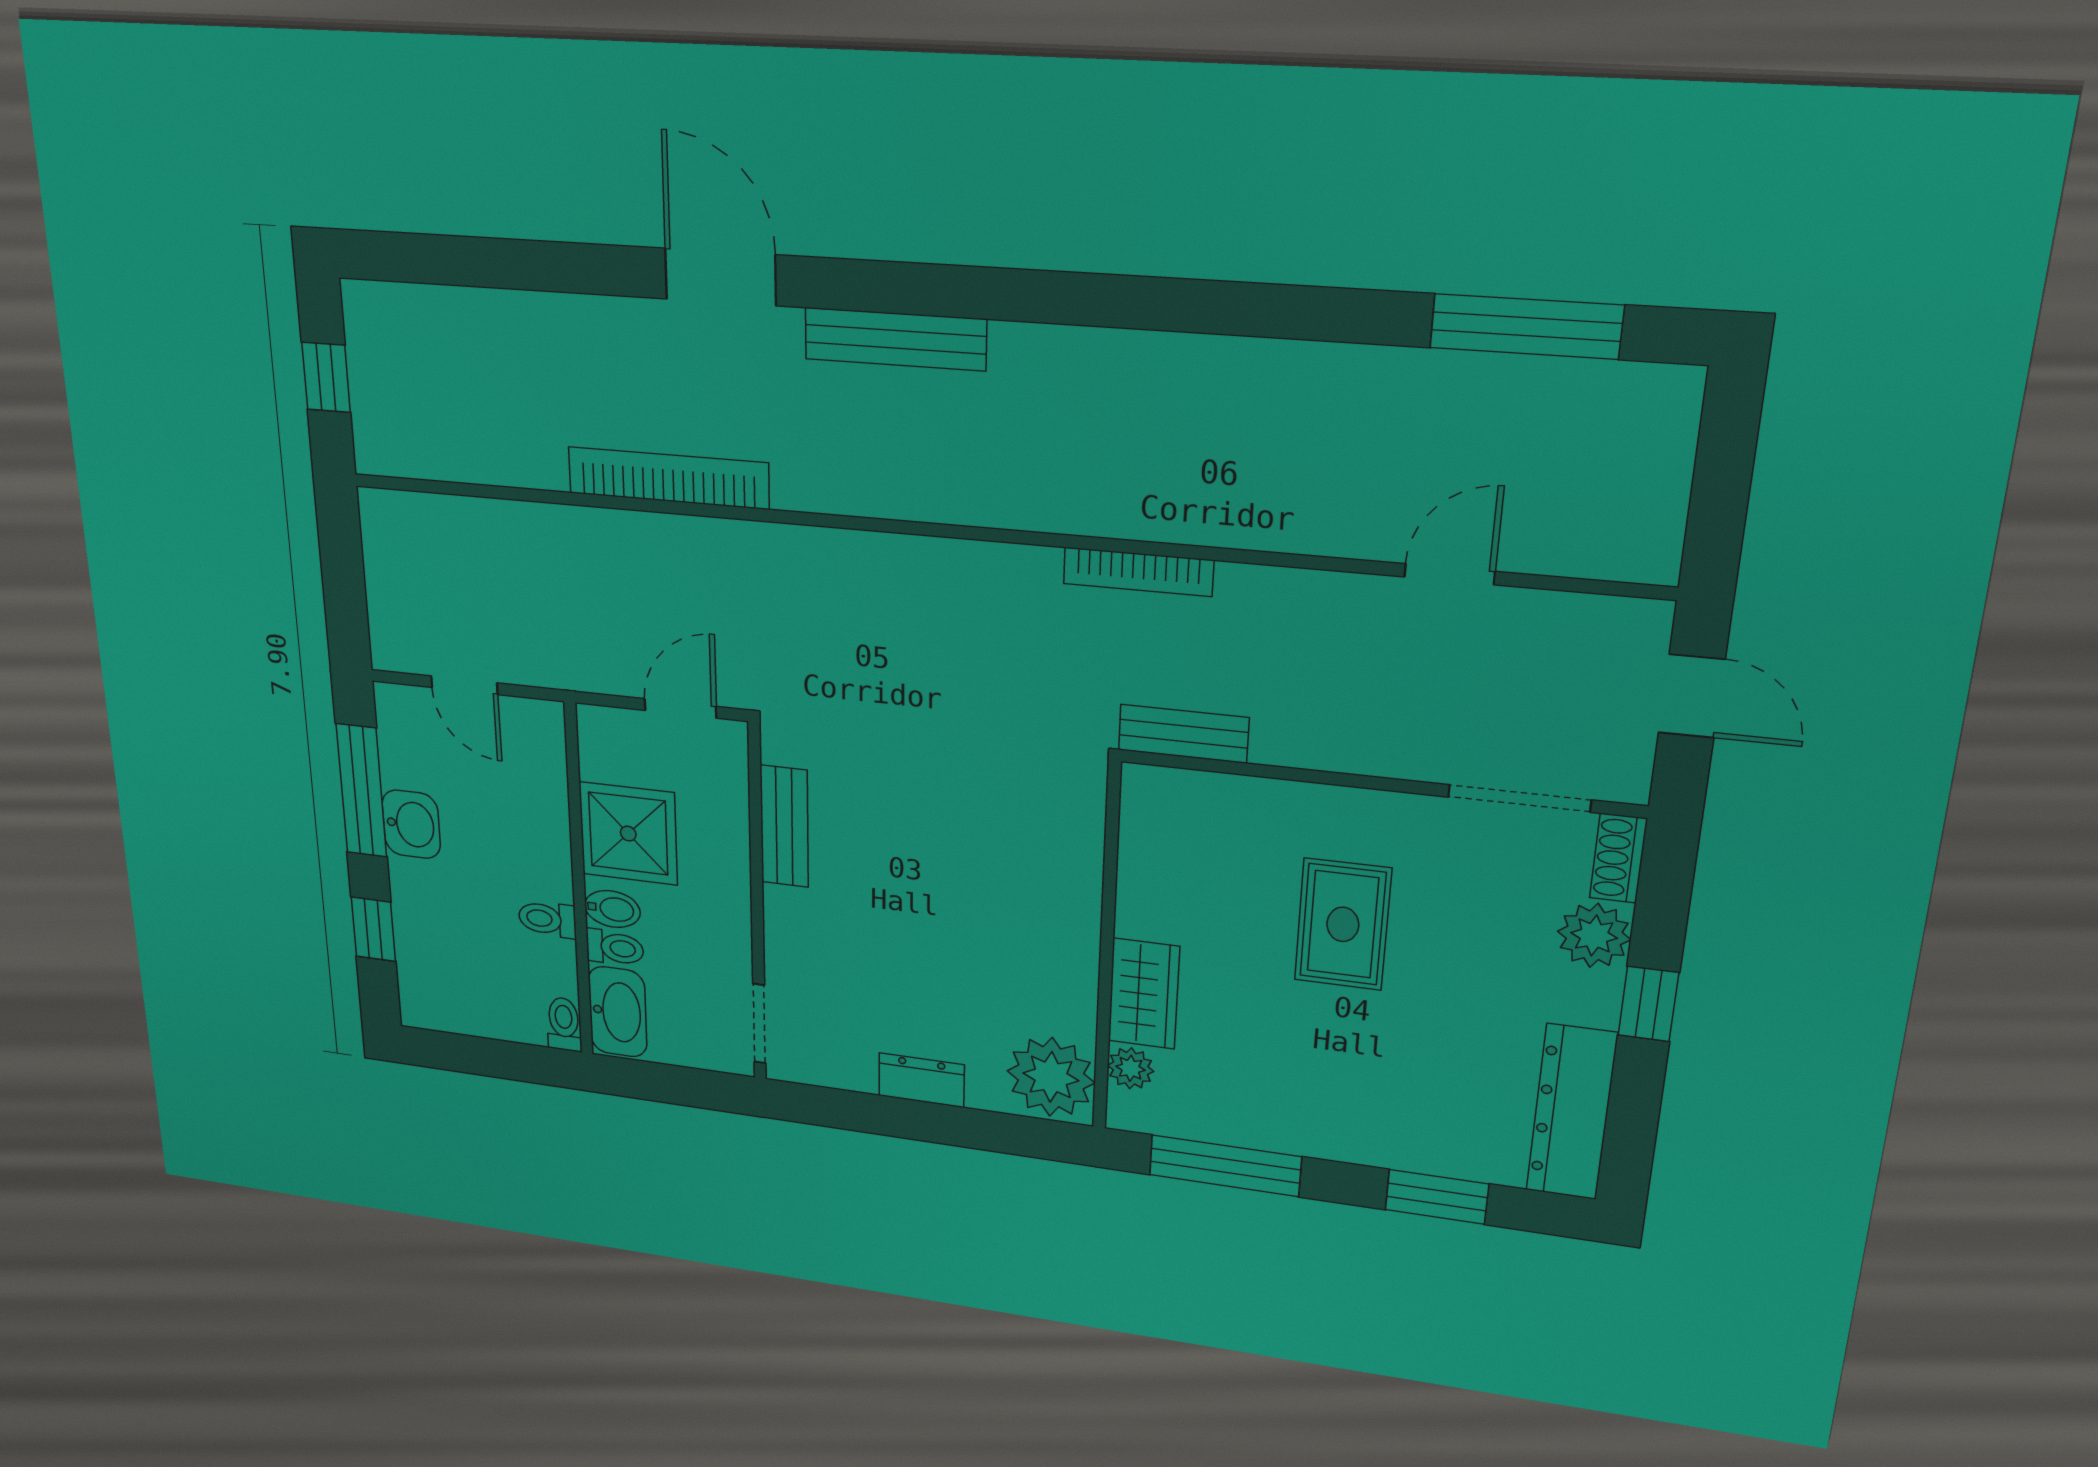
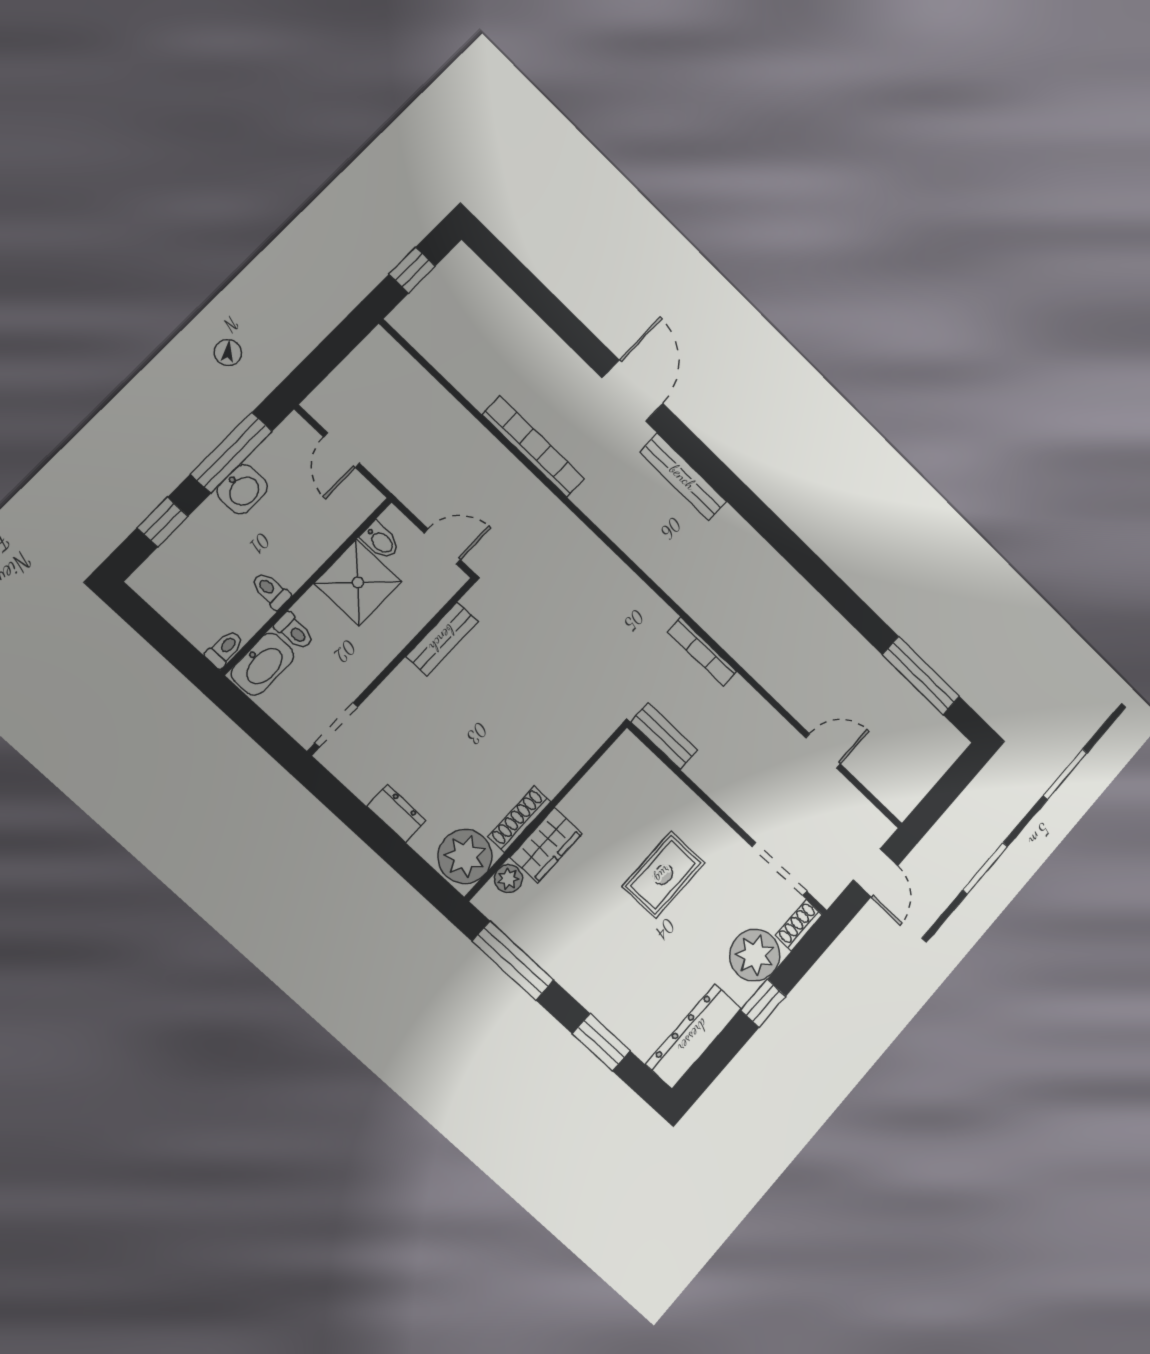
bidet: (612, 909) -> (380, 541), moved
plant: (1594, 935) -> (755, 955), width x1.36, depth x1.36
shoe rack: (1079, 984) -> (519, 819), added

